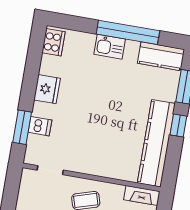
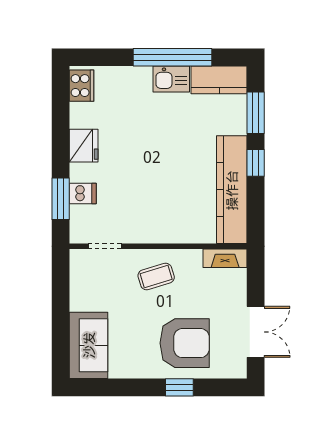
kitchen sink: (110, 47) -> (171, 79), moved

